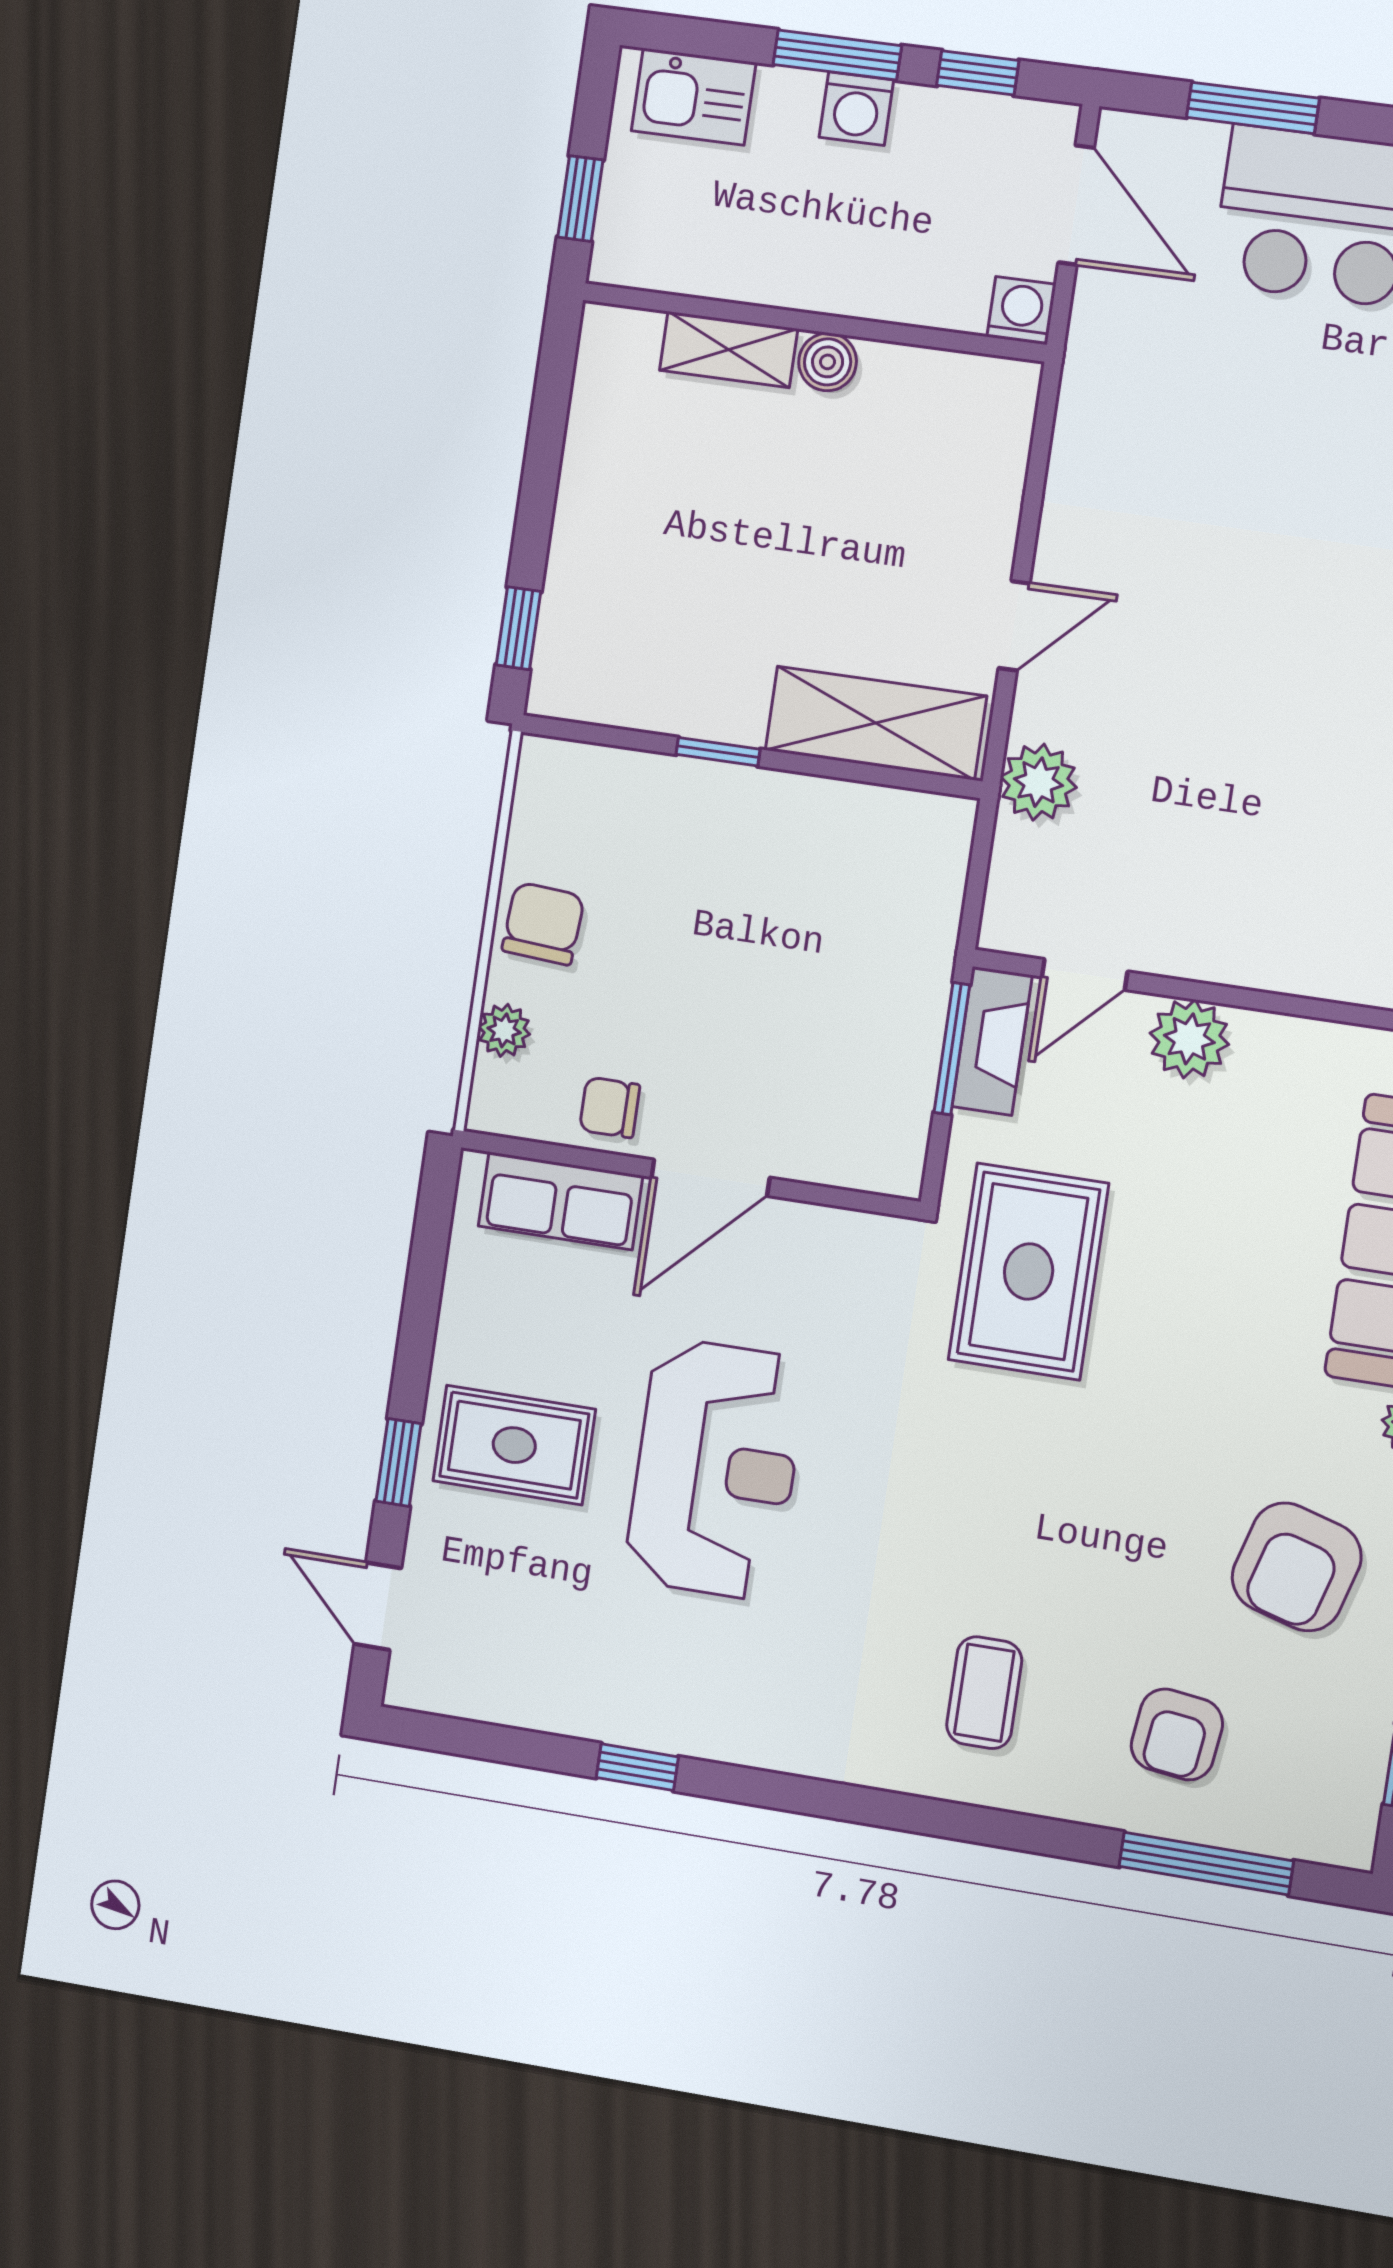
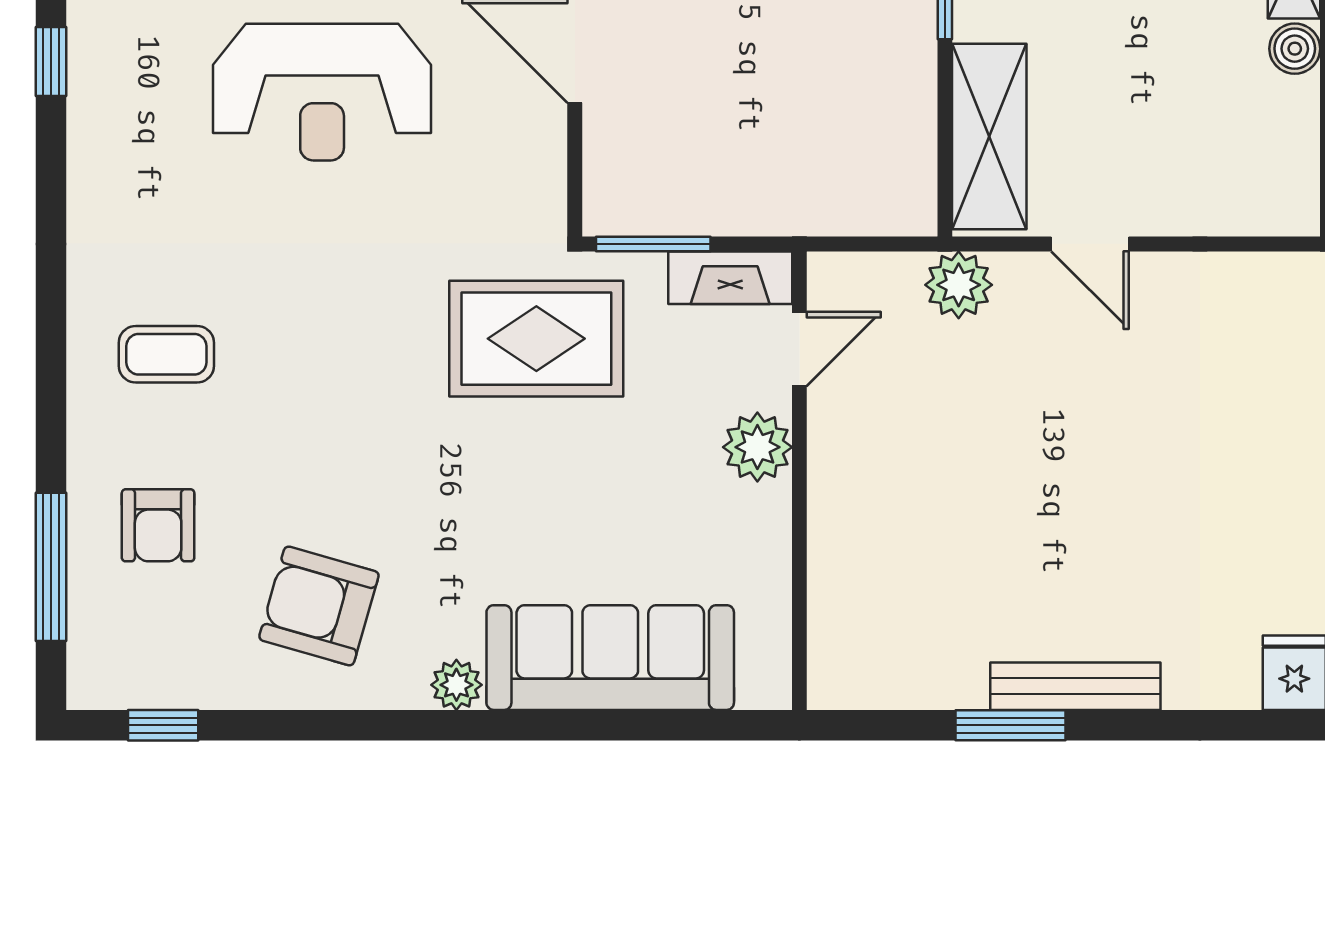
door: (1085, 974) -> (799, 349), swing flipped
window: (952, 1049) -> (653, 244), moved
armchair: (1177, 1734) -> (158, 525), turned -97

